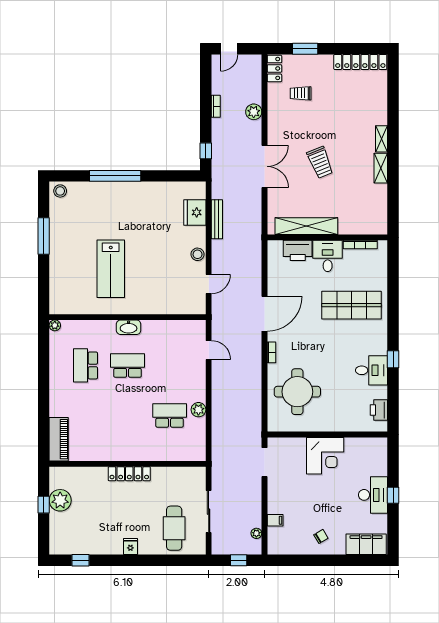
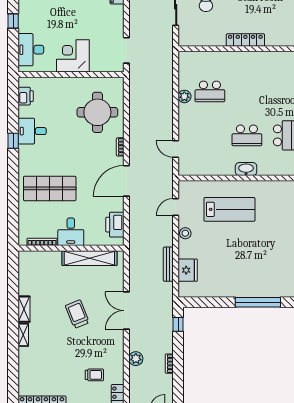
printer: (298, 250) -> (115, 225), moved, turned -90
lab bench: (111, 269) -> (229, 209), moved, turned 90
desk: (373, 495) -> (31, 50), moved

